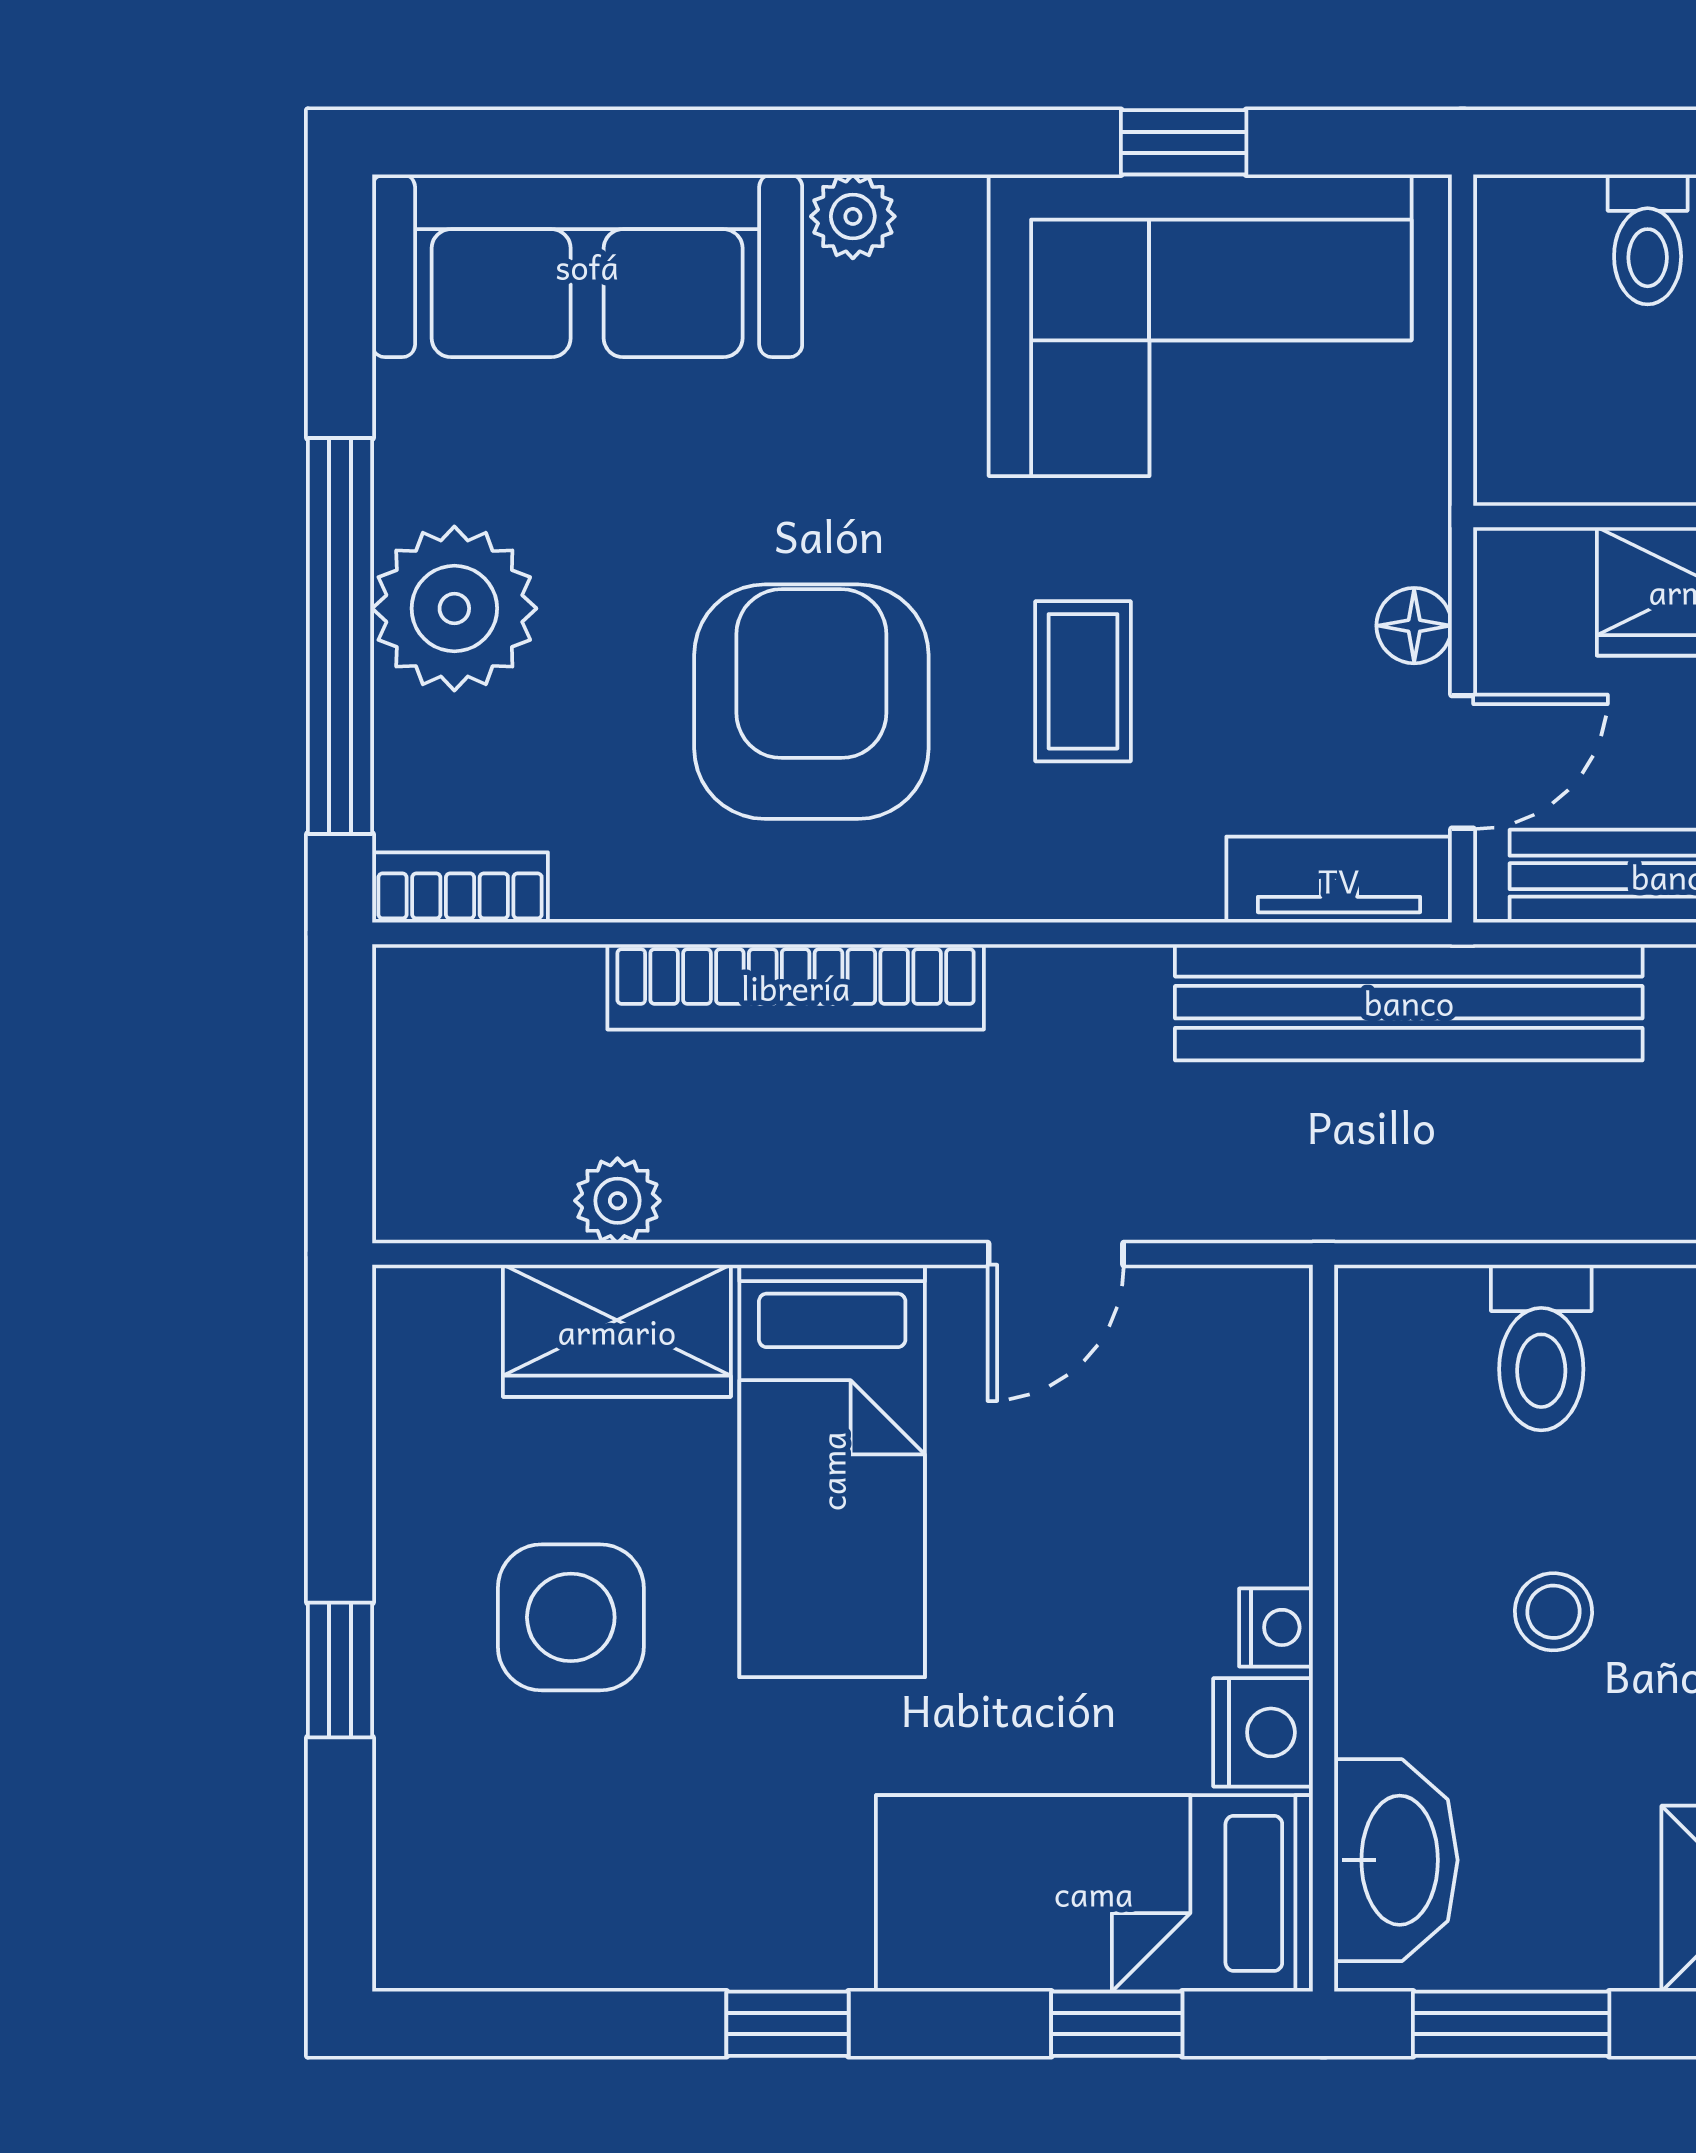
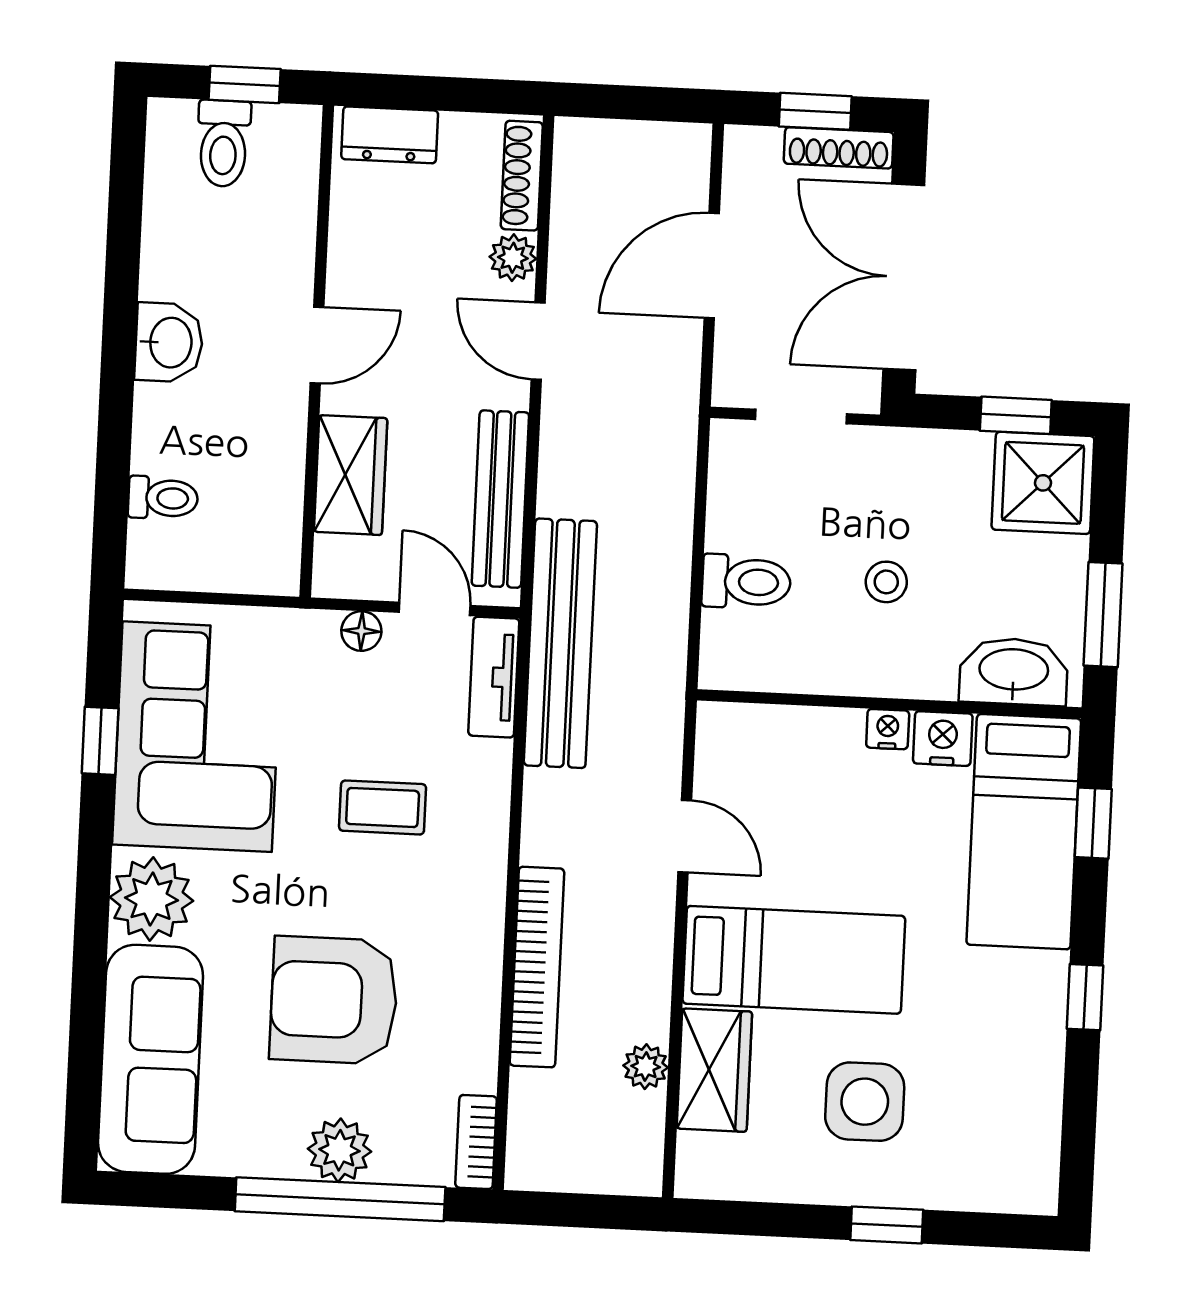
plant: (853, 216) -> (151, 899), width x1.87, depth x1.87
plant: (454, 608) -> (339, 1150), width x0.73, depth x0.73
armchair: (811, 702) -> (334, 1000), moved

